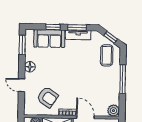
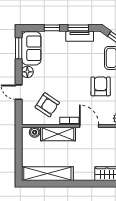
sofa: (49, 39) -> (31, 48), moved, turned -90
armchair: (97, 81) -> (101, 86), added

